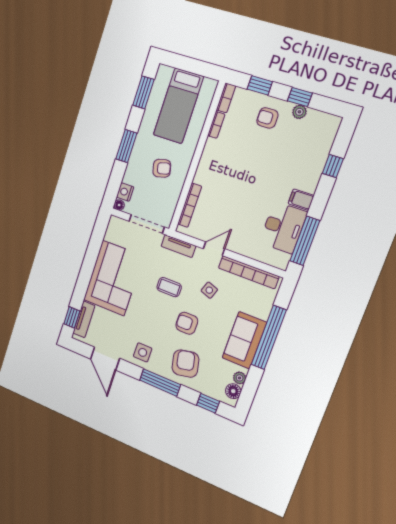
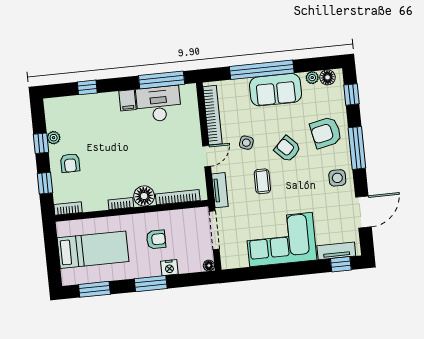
bookcase: (216, 125) -> (121, 204), moved
armchair: (162, 168) -> (156, 239), turned 104
floor lamp: (205, 175) -> (144, 196), added
nightstand: (125, 192) -> (169, 268), moved
door: (214, 249) -> (207, 156), swing flipped
armchair: (187, 323) -> (287, 149), turned 135

